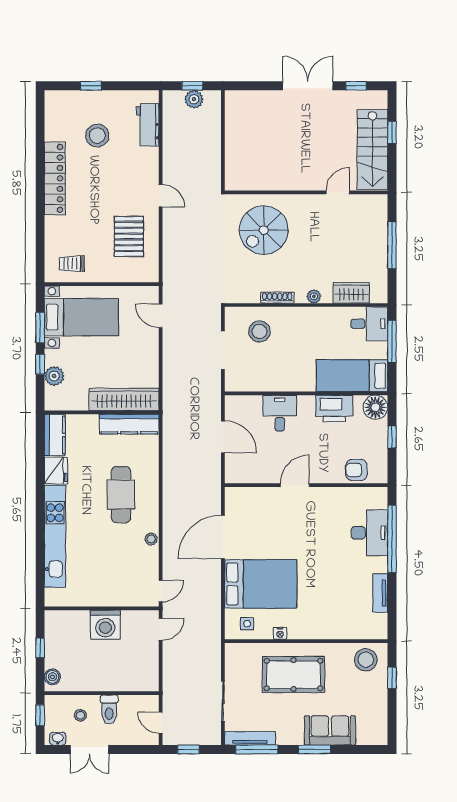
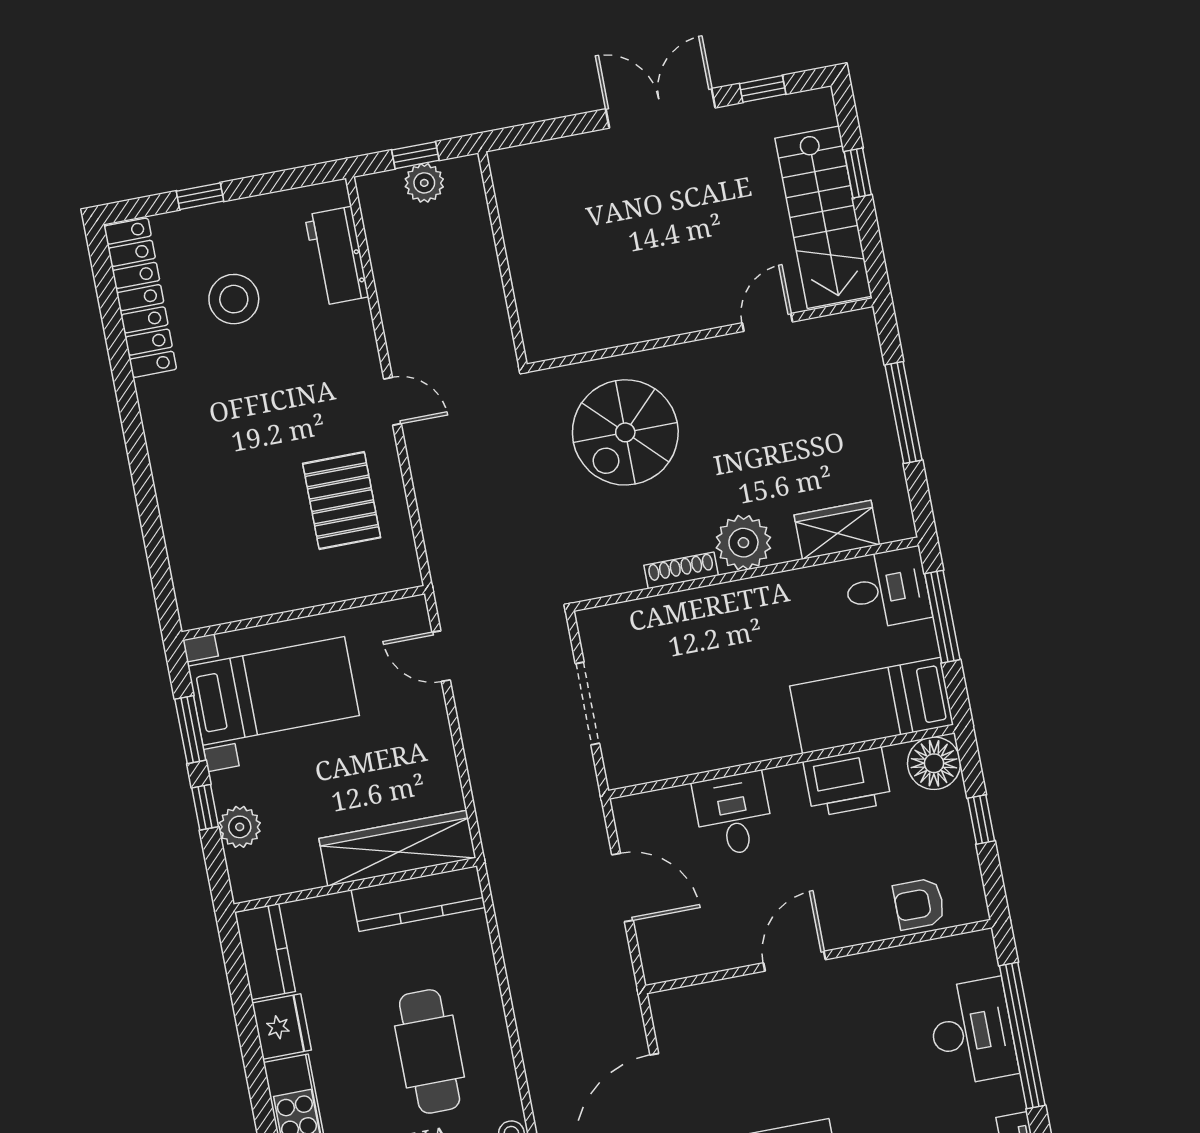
locker: (55, 178) -> (140, 298), moved
trolley: (72, 264) -> (232, 581), removed
plant: (314, 296) -> (743, 543), width x1.88, depth x1.88
stool: (259, 331) -> (657, 649), removed

